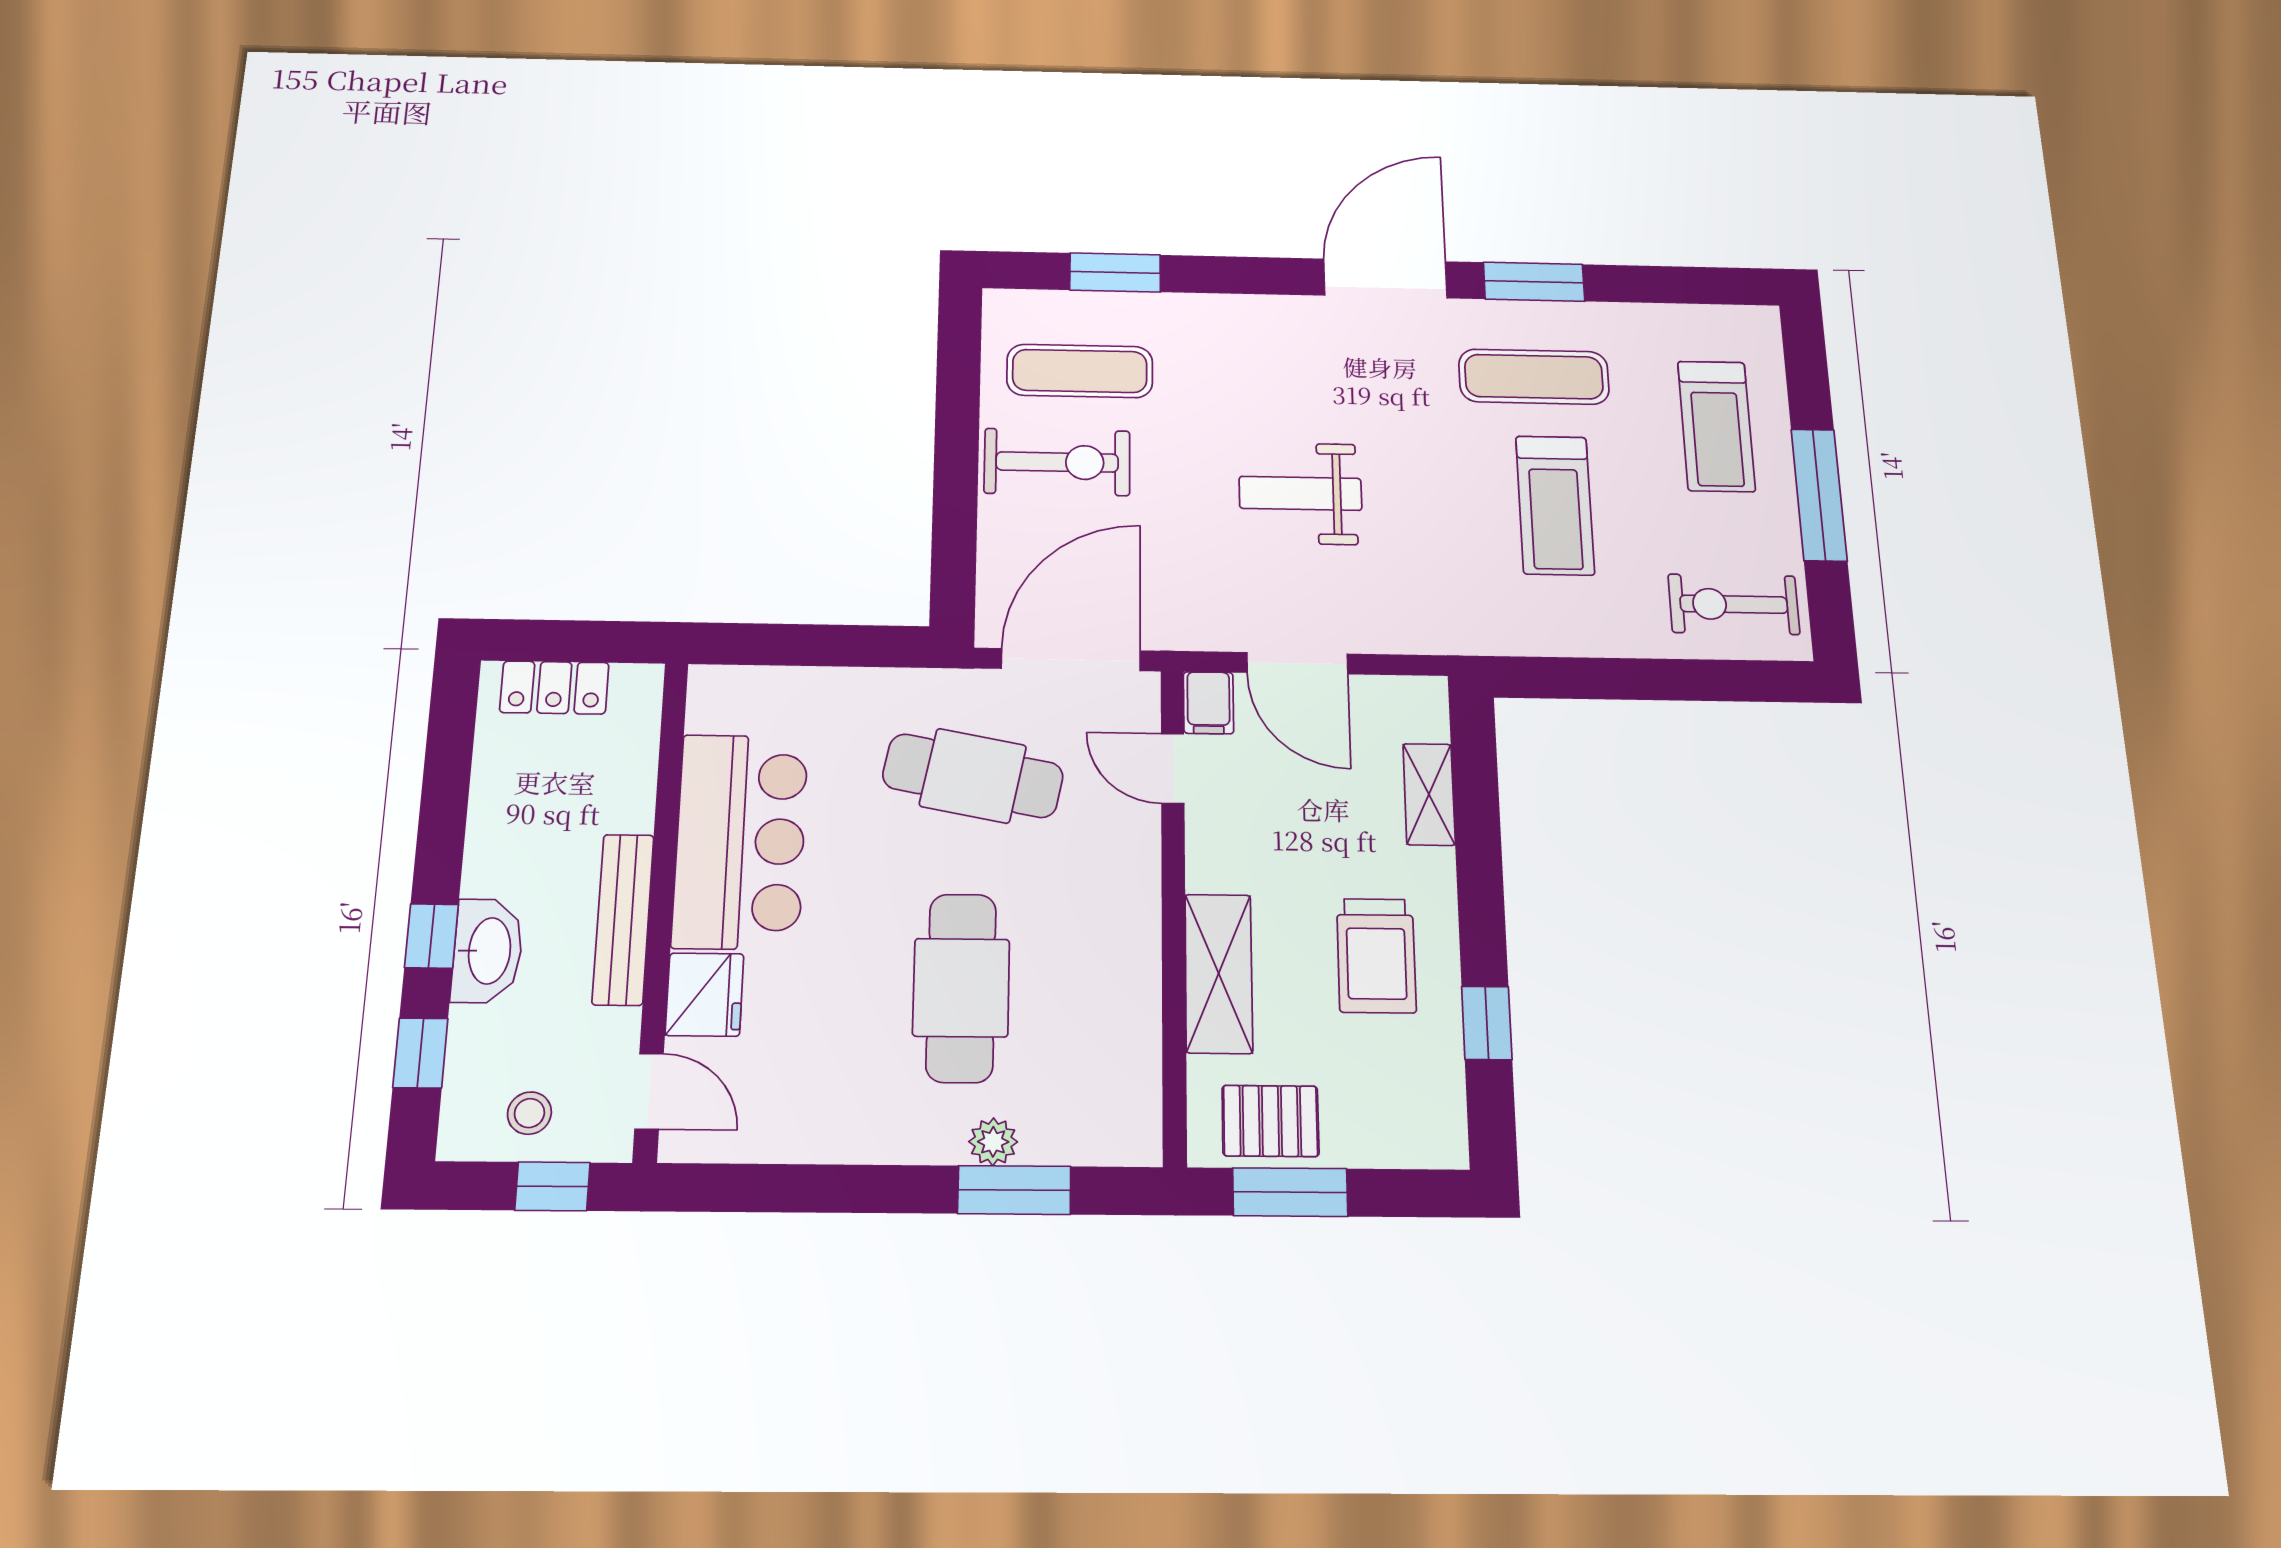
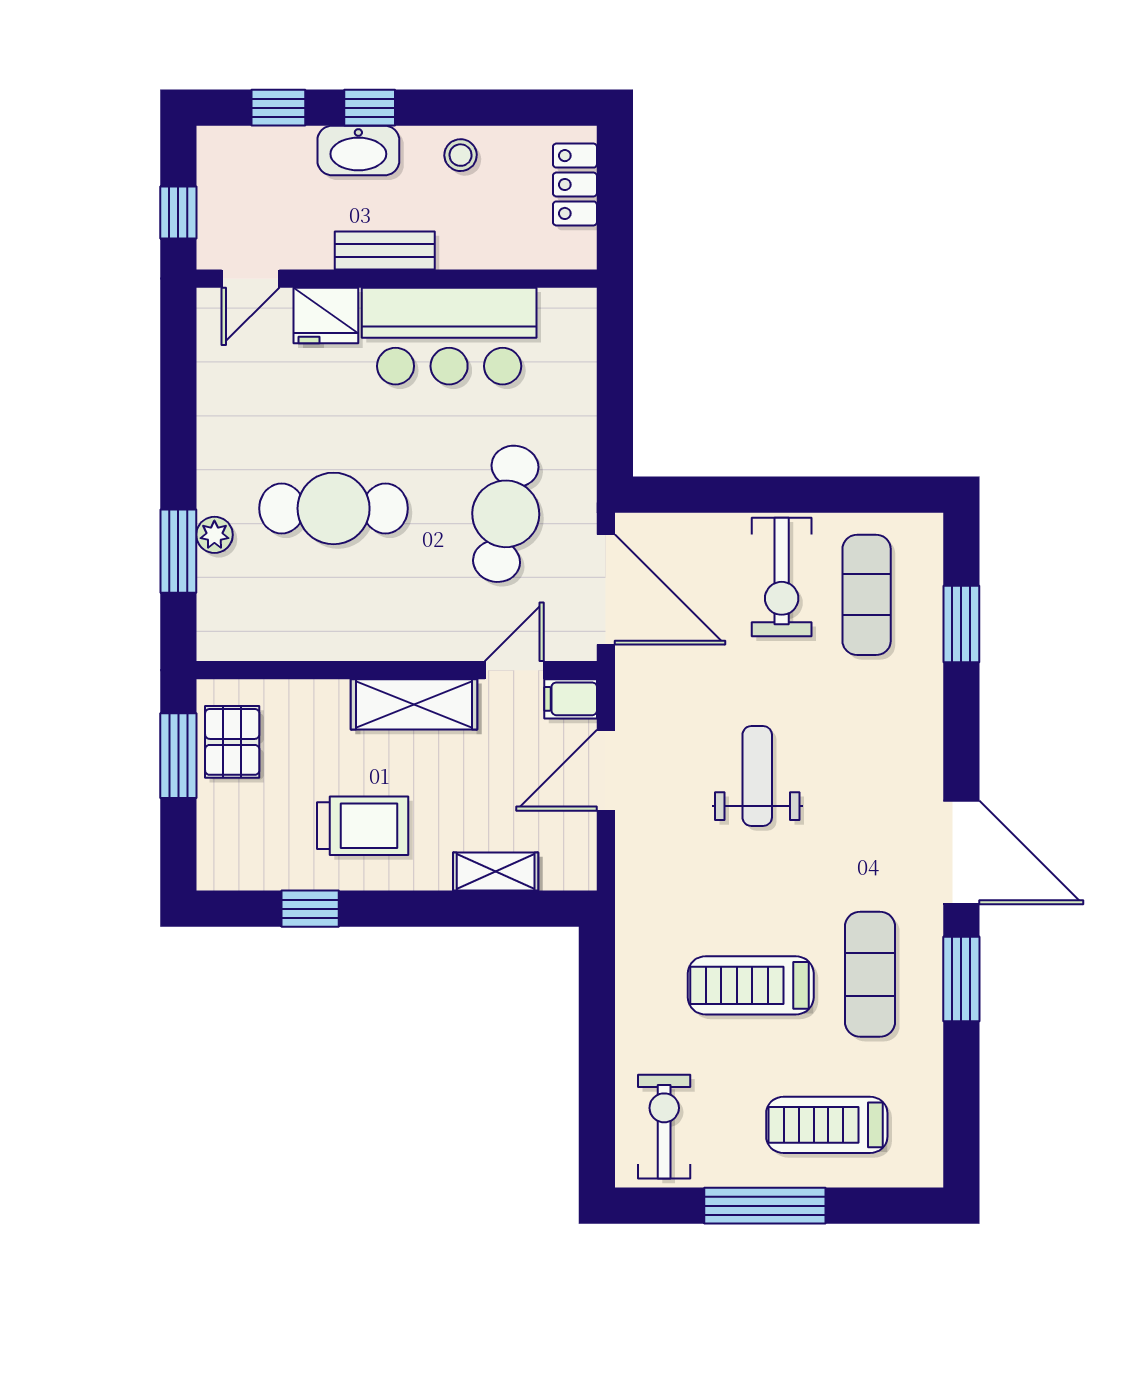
bench: (623, 919) -> (385, 250), width x0.73
trolley: (1376, 956) -> (363, 826), turned 180
shelving: (1219, 973) -> (414, 704), moved
stool: (529, 1113) -> (461, 155), moved

